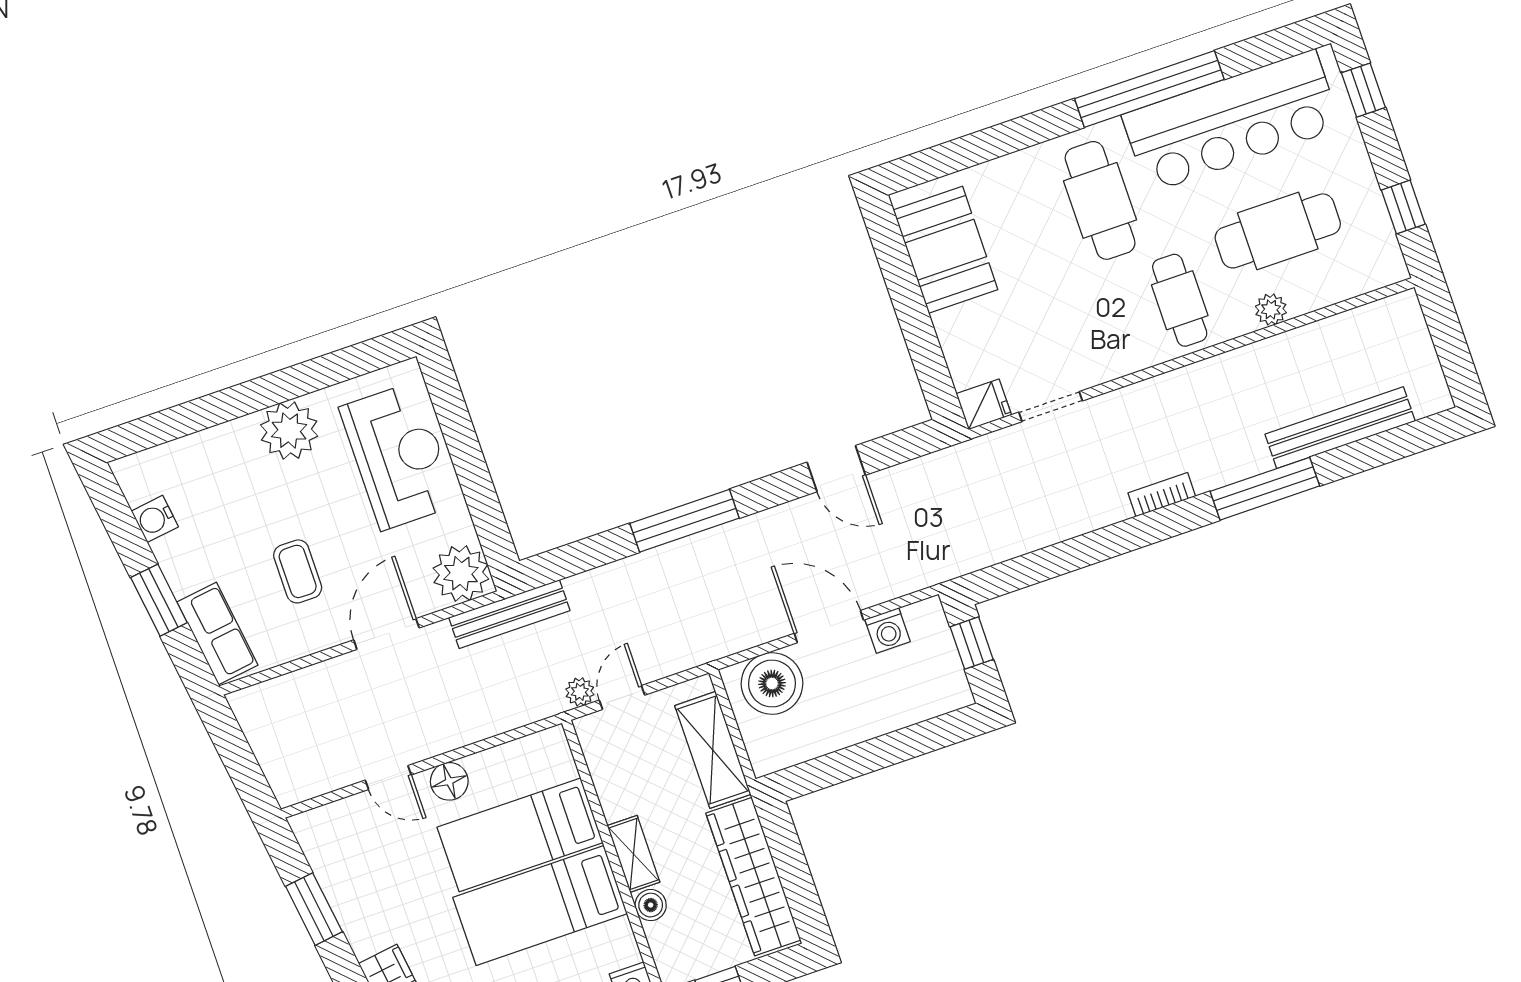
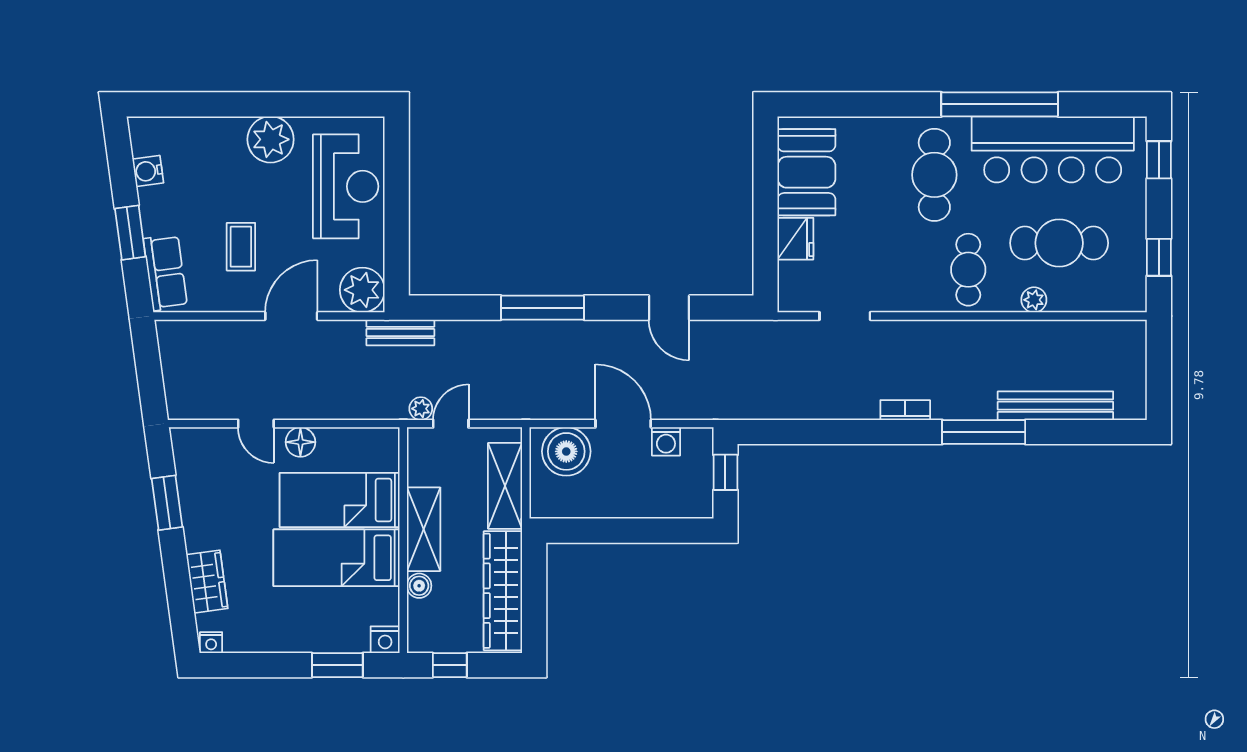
fridge: (984, 404) -> (795, 239), moved, width x1.38
bench: (509, 614) -> (400, 333), width x0.73
shelving: (633, 854) -> (424, 529), width x1.50, depth x1.33

